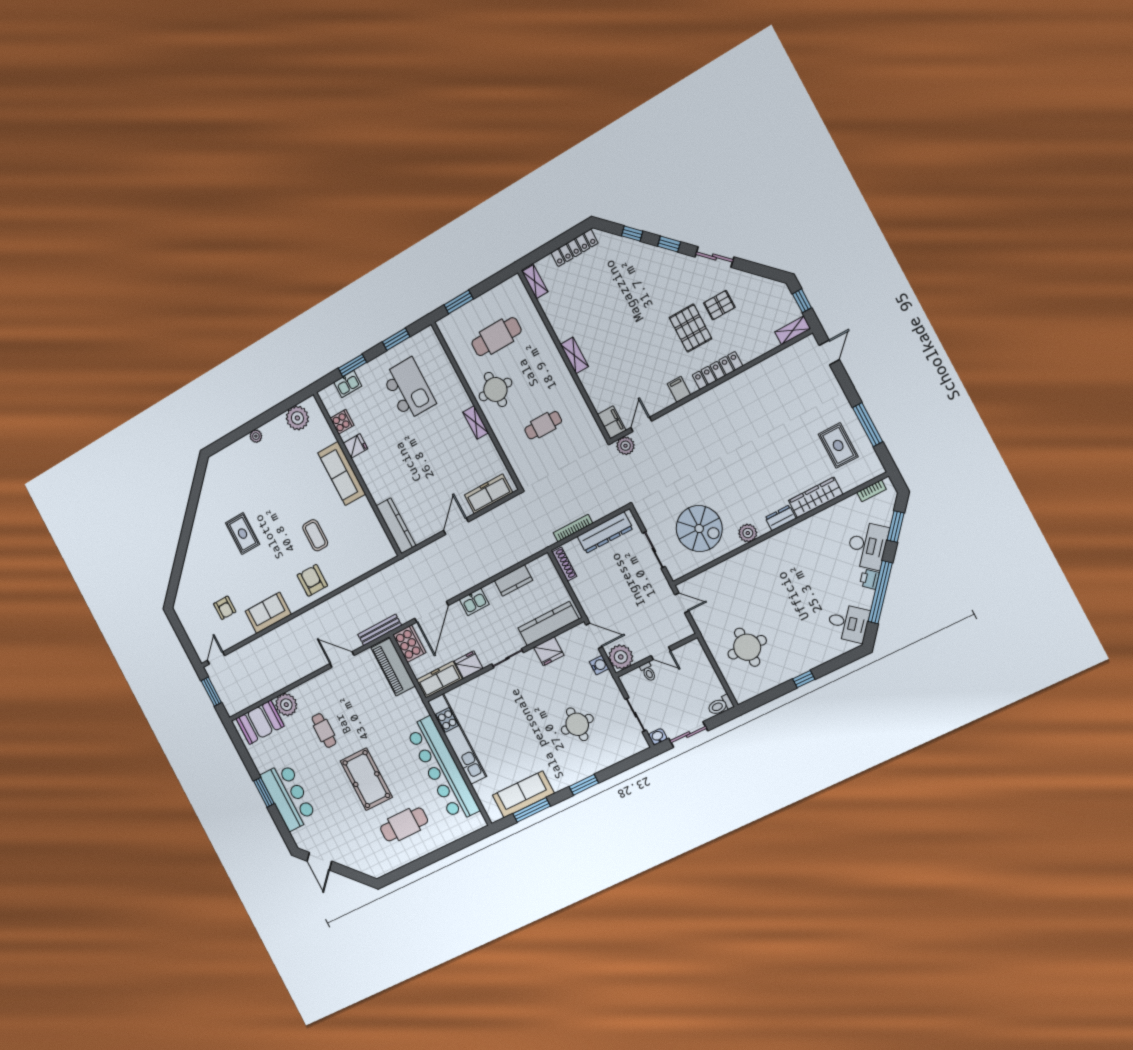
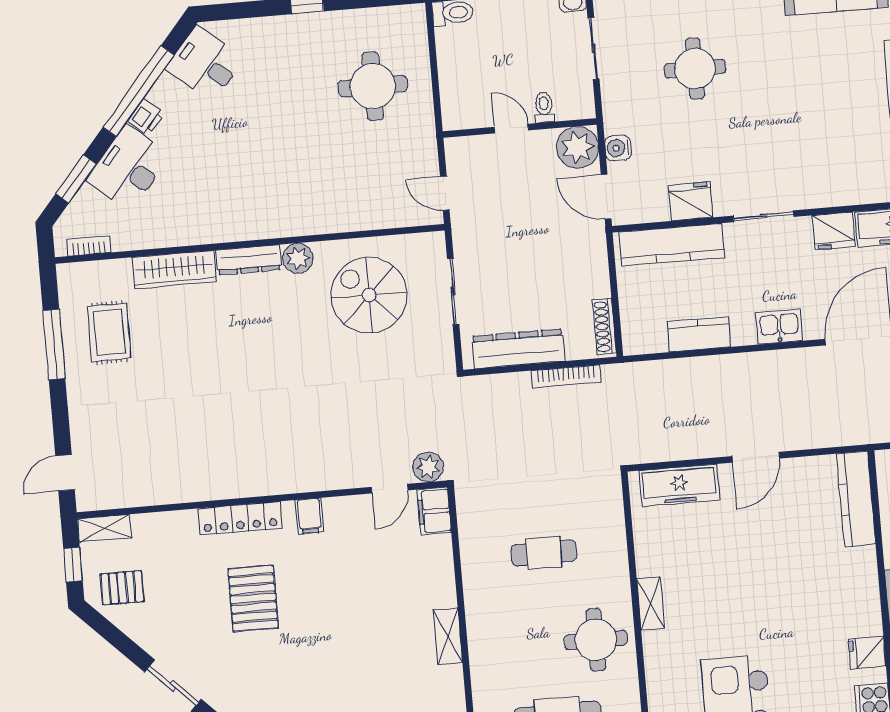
pallet: (719, 305) -> (122, 588), moved
dresser: (781, 518) -> (249, 260), width x1.44

